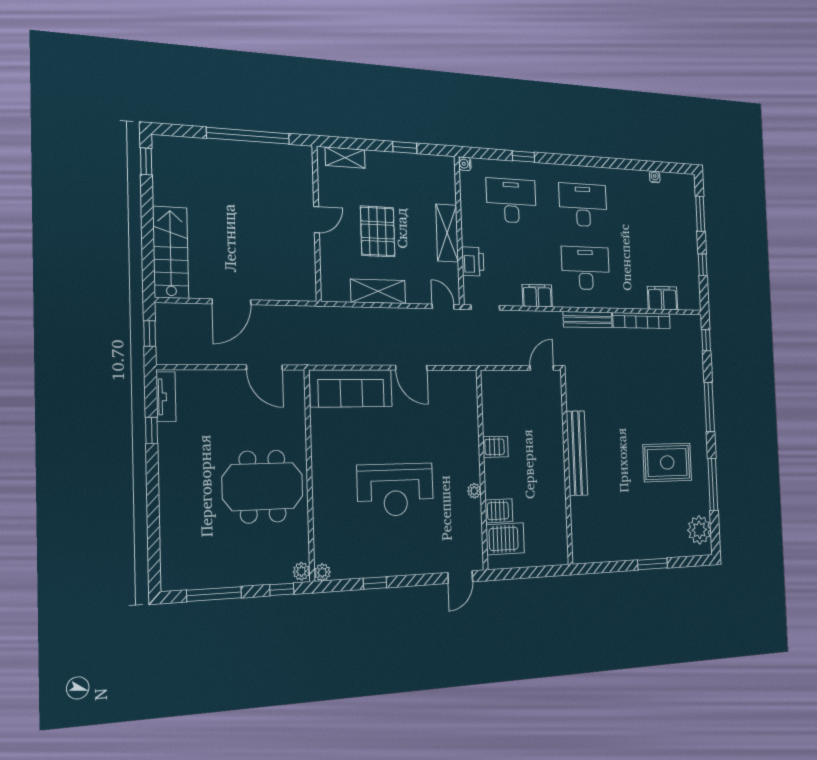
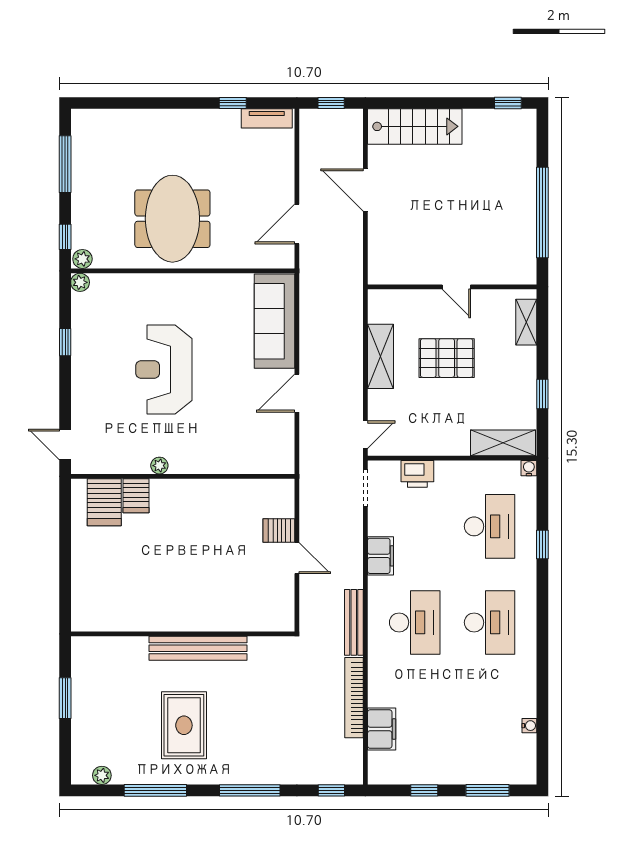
shelving: (447, 233) -> (503, 443), moved
server rack: (496, 447) -> (279, 530), moved, turned 90
bench: (577, 453) -> (198, 648), moved
wall: (567, 467) -> (183, 634), moved
plant: (699, 530) -> (102, 775), width x0.53, depth x0.53

